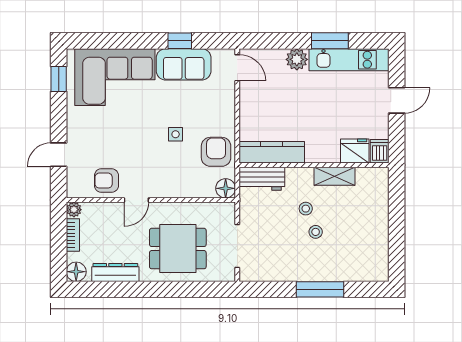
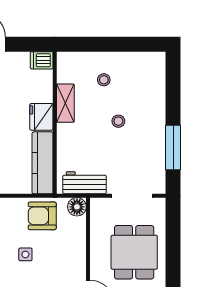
fridge: (355, 151) -> (41, 117), moved
workbench: (262, 179) -> (85, 183), moved, turned -90
stool: (306, 209) -> (104, 80), moved
window: (320, 289) -> (173, 148), moved

